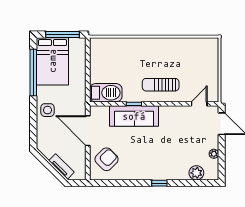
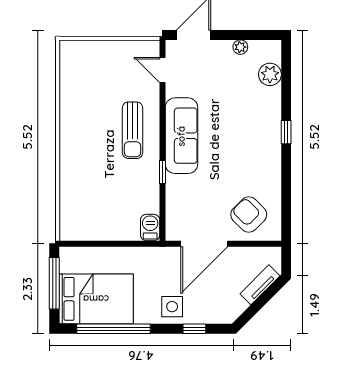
barbecue: (106, 93) -> (150, 227), width x0.53, depth x0.65
sofa: (134, 116) -> (181, 136), moved
window: (33, 124) -> (194, 329), added

